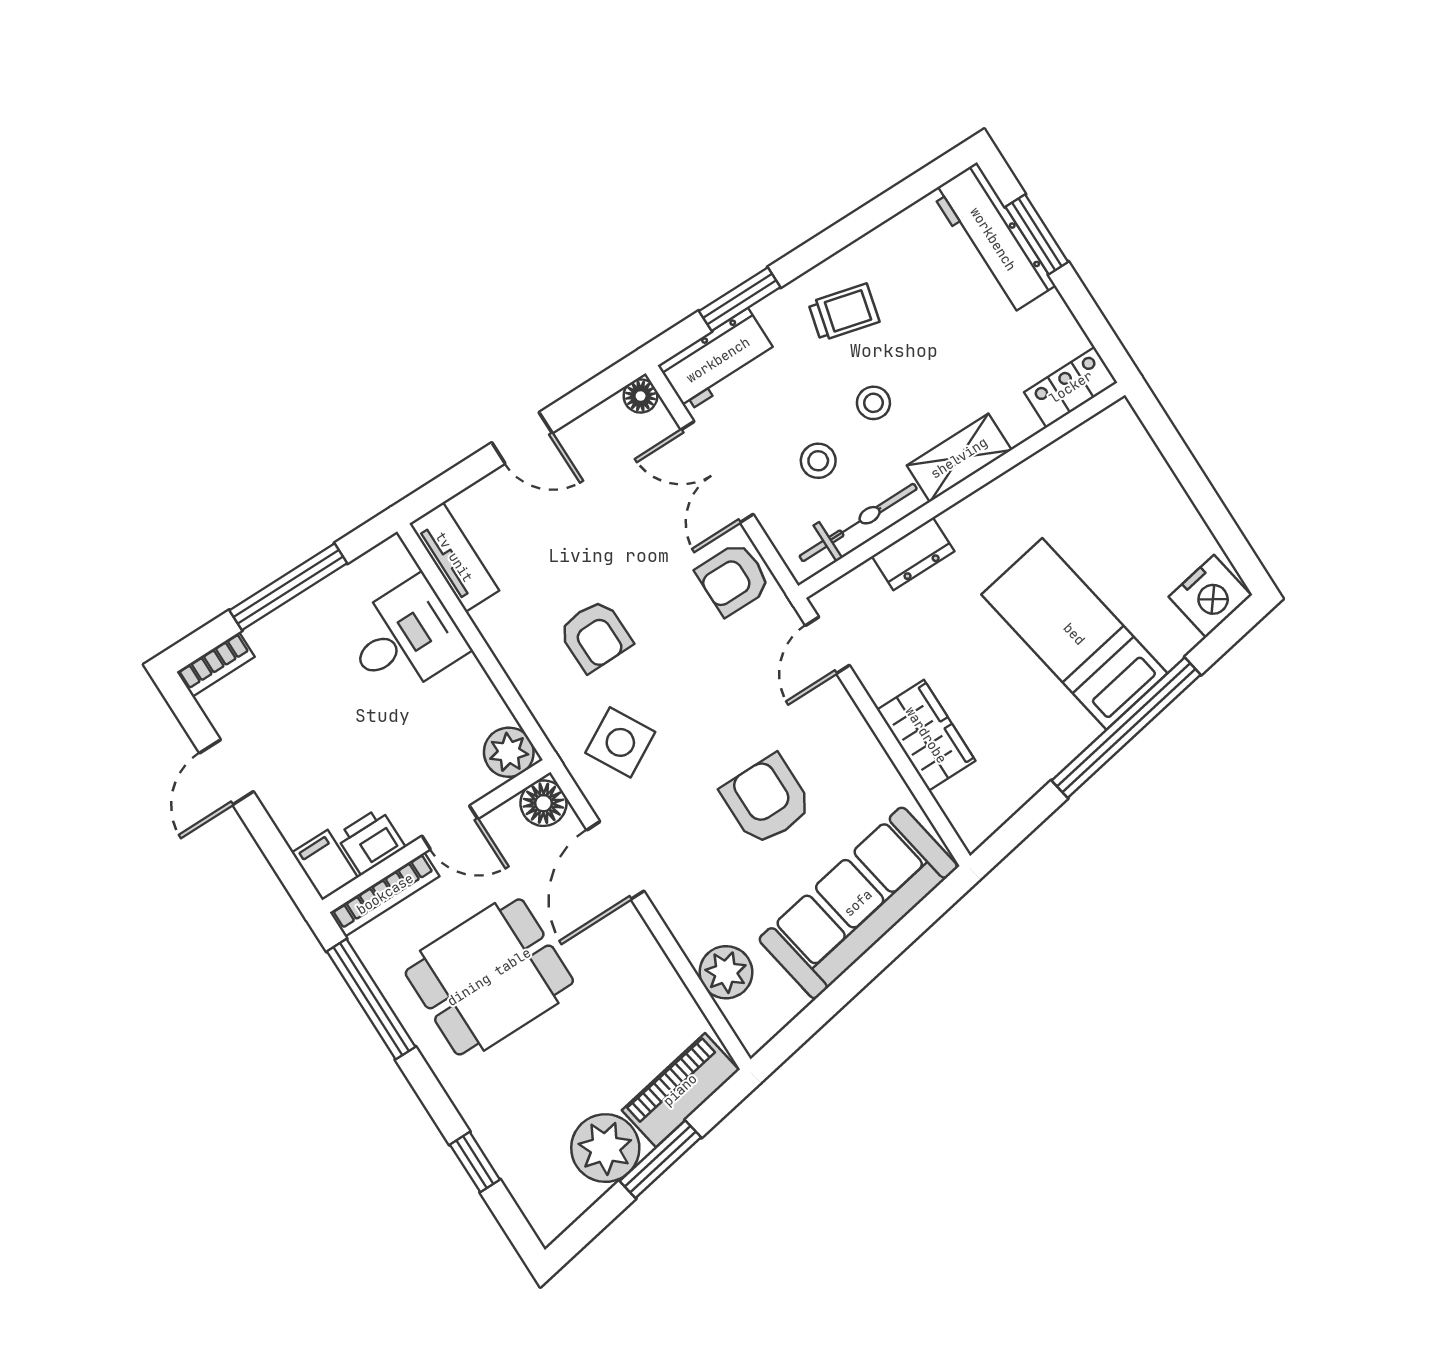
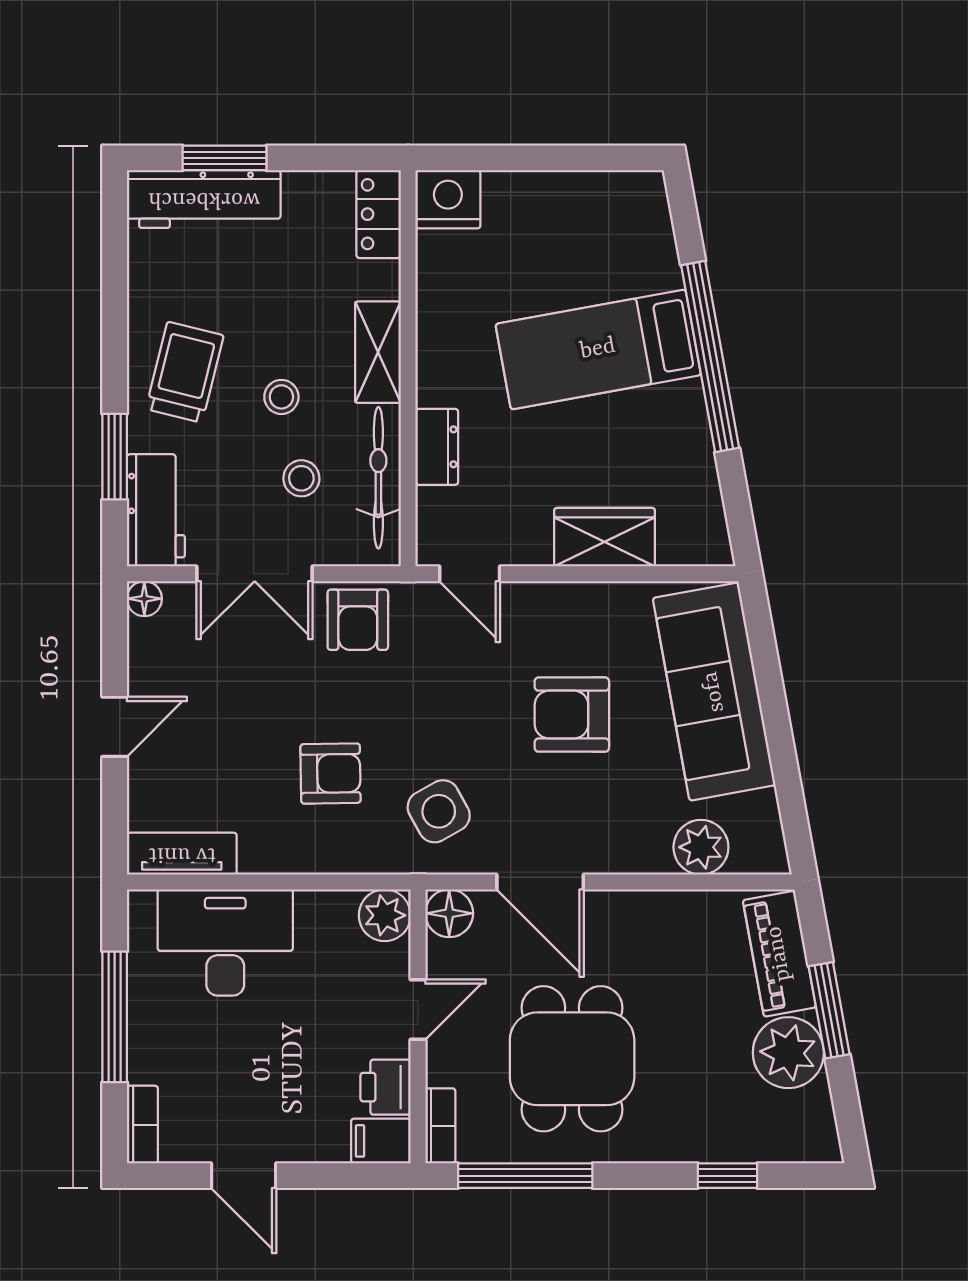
trolley: (844, 312) -> (185, 372), width x1.36, depth x1.39
nightstand: (1210, 596) -> (448, 199), moved, turned -80
desk: (405, 638) -> (225, 942), width x1.37
bookcase: (385, 894) -> (440, 1126), width x0.64

